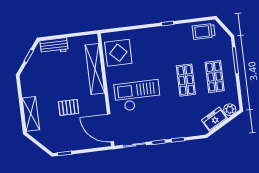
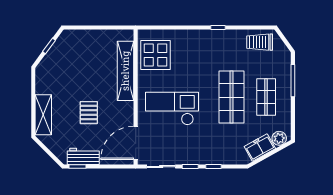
workbench: (54, 46) -> (83, 156), moved, turned 180
shop shelf: (186, 80) -> (232, 97), width x1.43, depth x1.36
pallet: (69, 107) -> (89, 113), turned 90
door: (111, 128) -> (136, 143), hinge flipped

